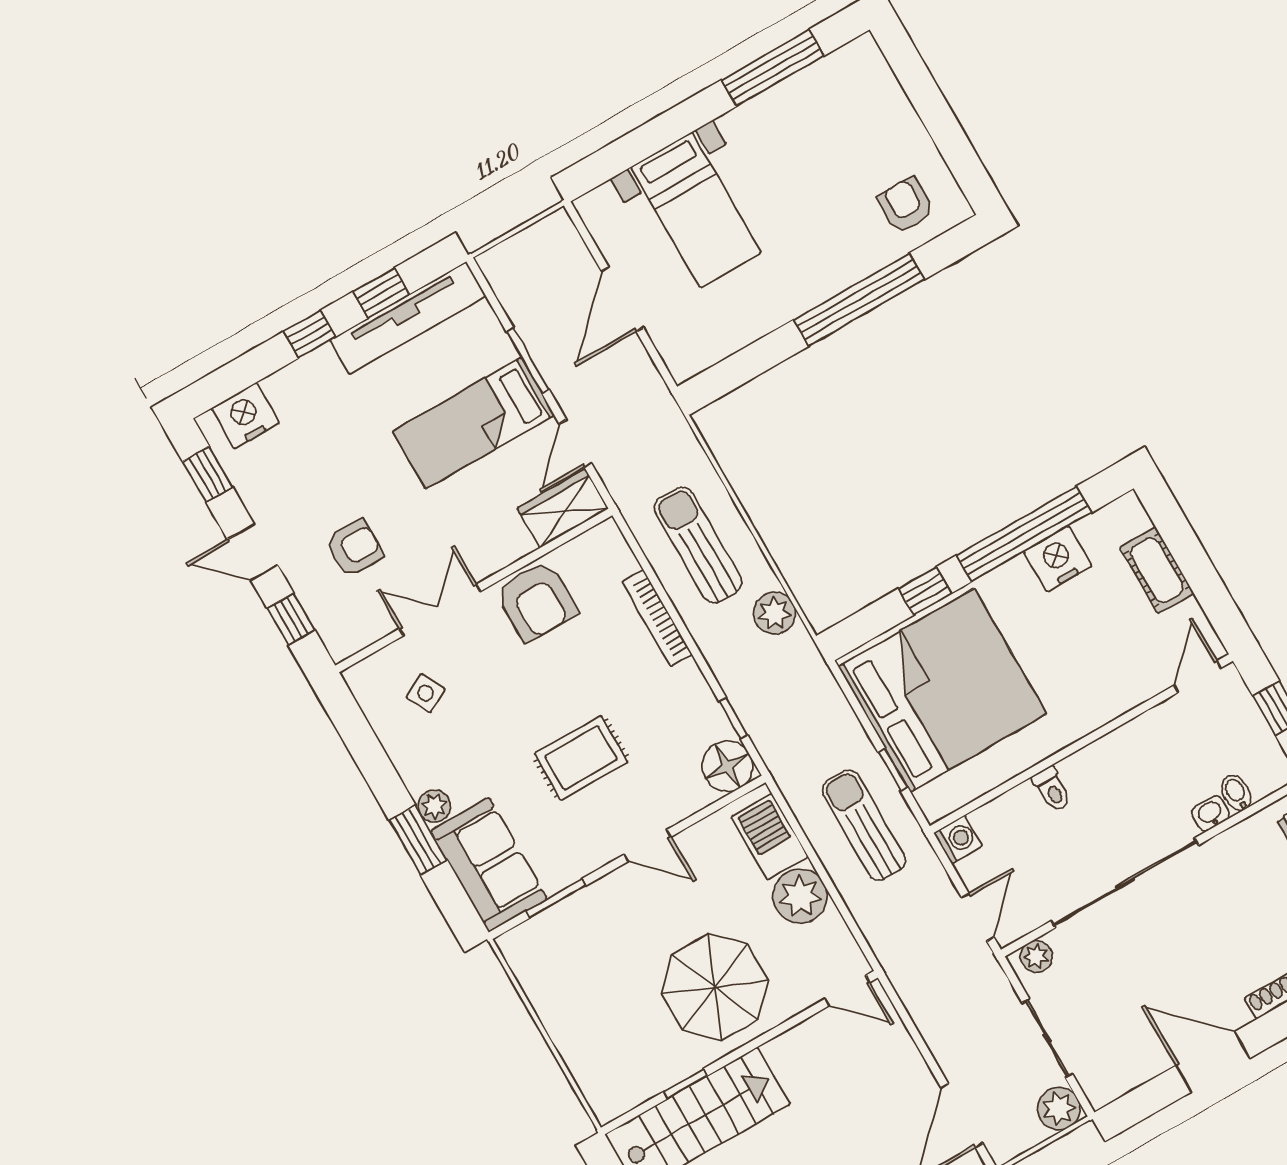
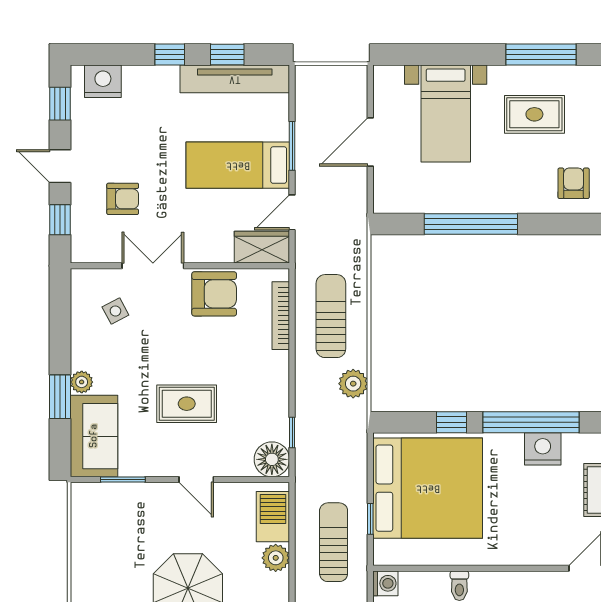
rug: (807, 147) -> (534, 114), added
window: (859, 300) -> (471, 224), moved
armchair: (536, 601) -> (214, 294), turned -90
bookcase: (657, 618) -> (281, 316), moved
plant: (800, 896) -> (276, 558), width x0.73, depth x0.73

